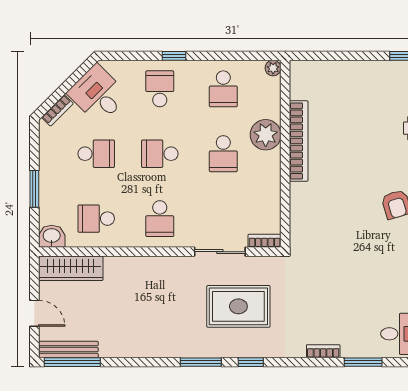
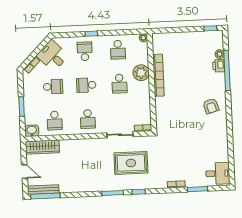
school desk: (96, 219) -> (55, 121), turned -90

